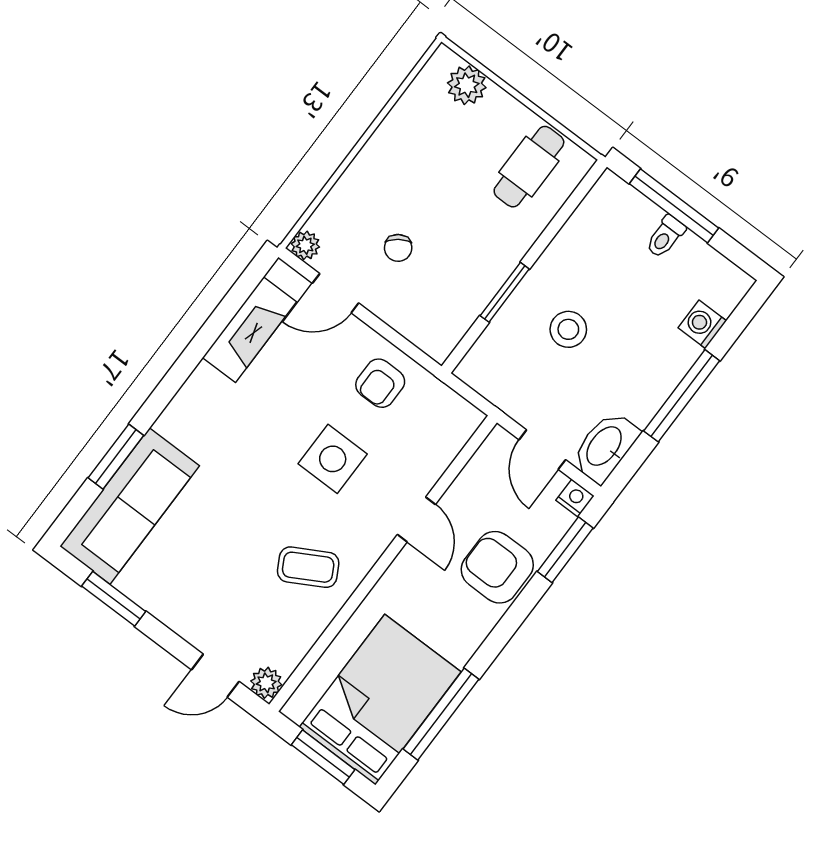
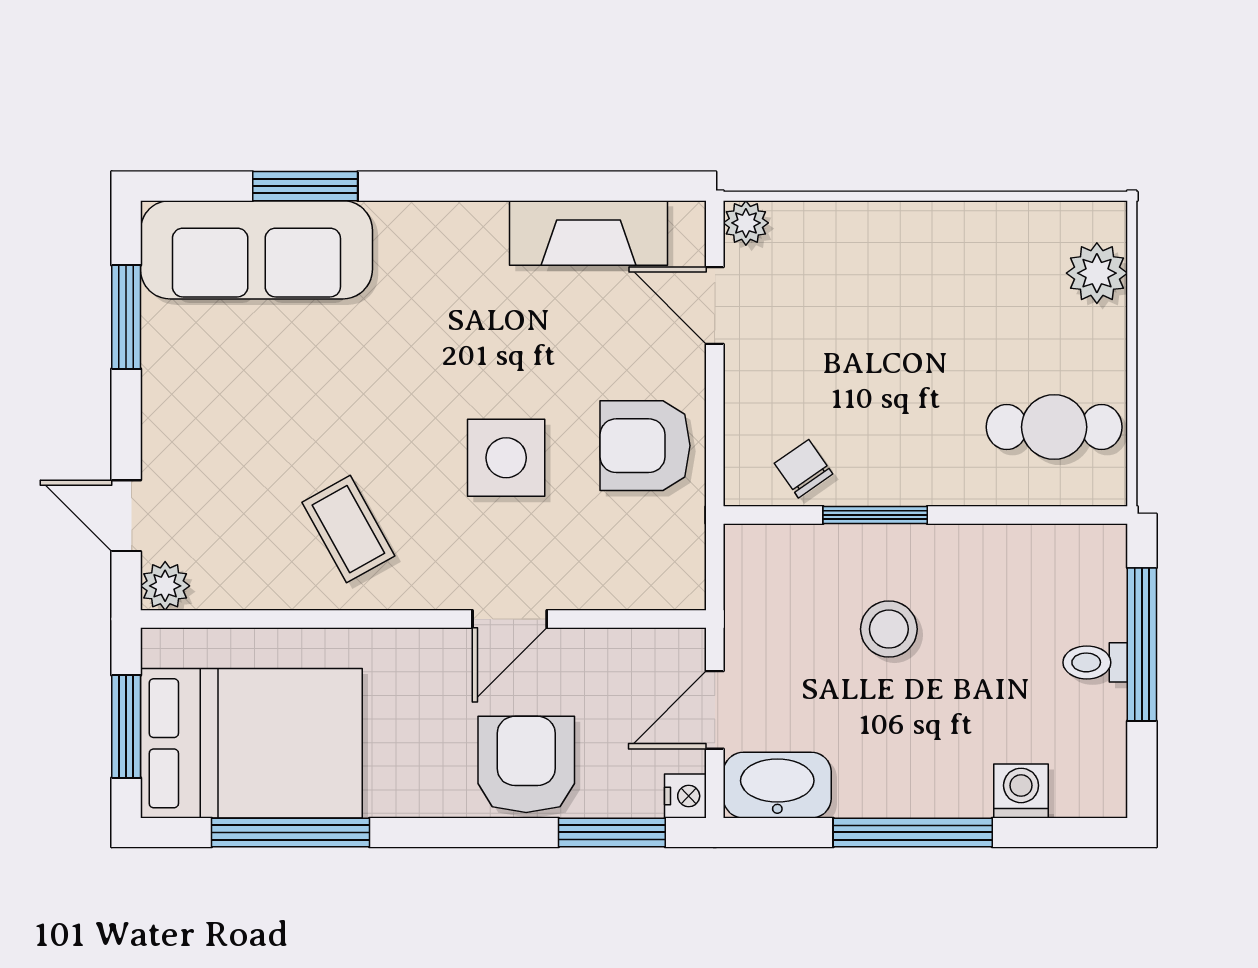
chair: (398, 248) -> (804, 469), moved, turned 90
armchair: (380, 383) -> (645, 446), width x1.38, depth x1.38

